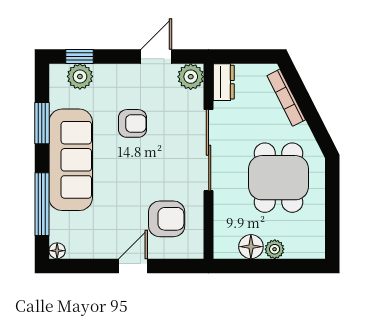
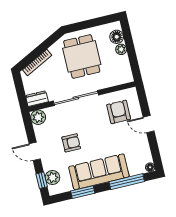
door: (156, 56) -> (35, 151), moved
armchair: (132, 123) -> (71, 143), turned 90
dining table: (279, 178) -> (82, 56), turned 90
floor lamp: (251, 247) -> (117, 37), moved

